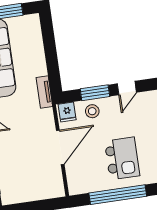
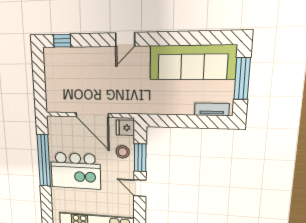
tv unit: (44, 92) -> (212, 109), moved
kitchen island: (122, 158) -> (76, 171), width x1.37, depth x1.28

